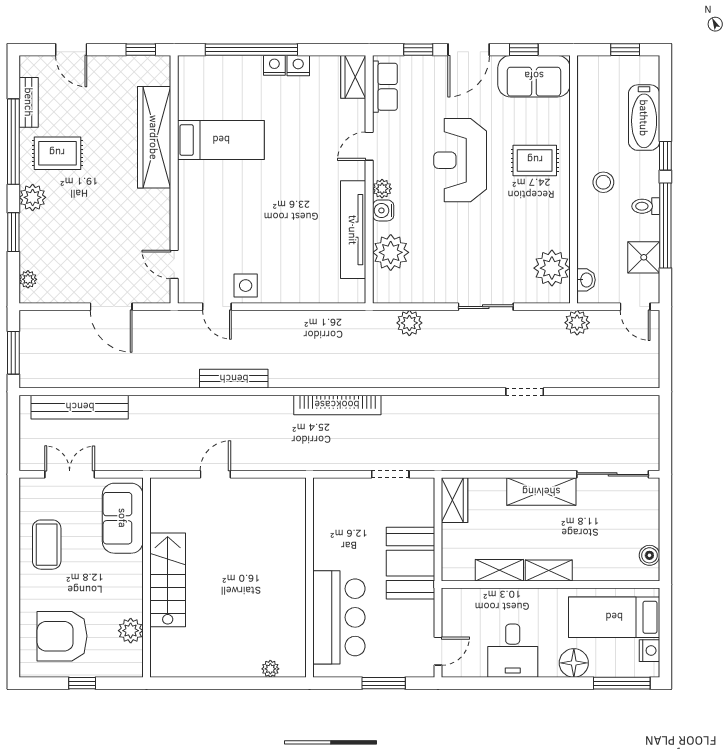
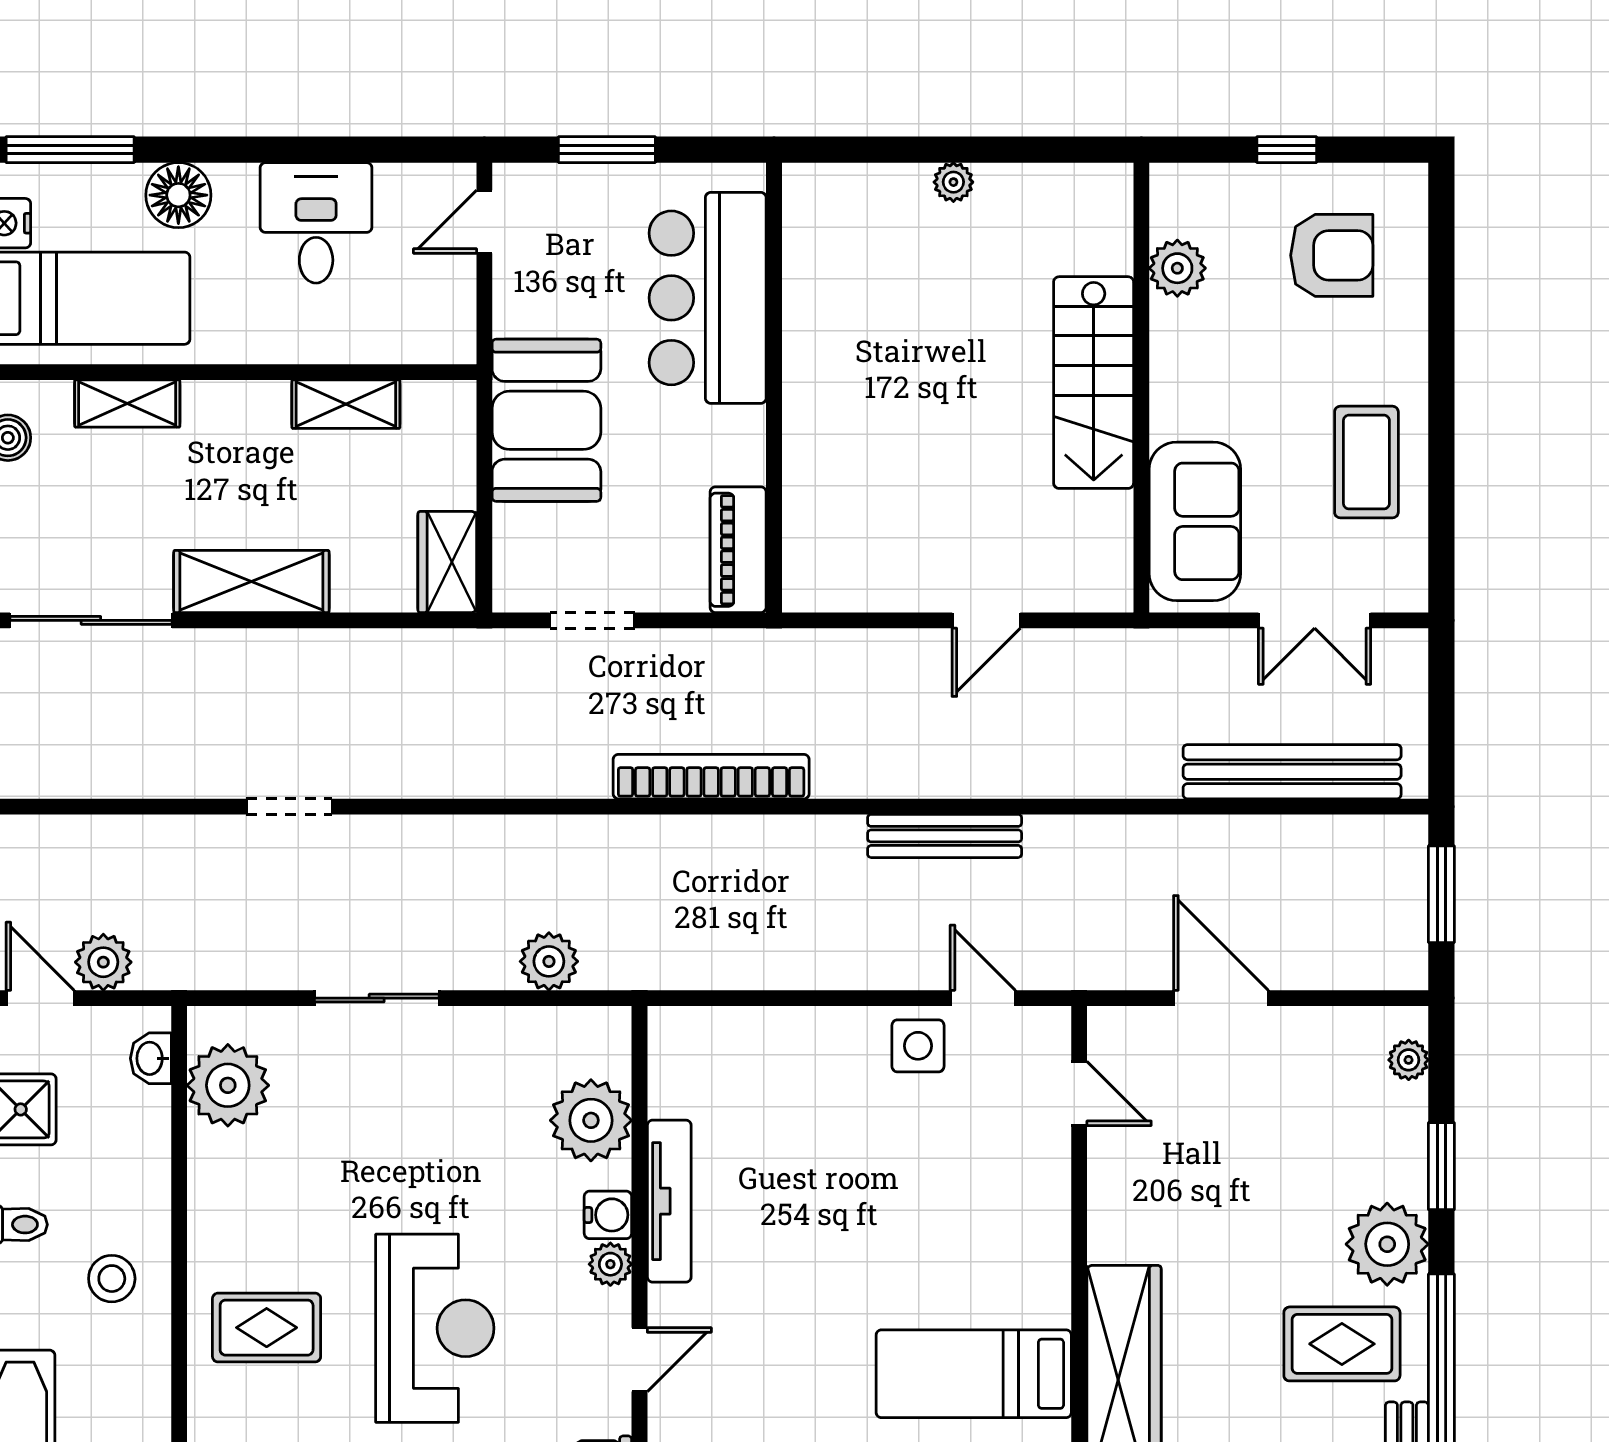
plant: (33, 197) -> (1387, 1244), width x1.36, depth x1.36
tv unit: (353, 230) -> (669, 1201), width x0.73, depth x0.78
plant: (577, 323) -> (103, 962), moved
piano: (325, 506) -> (738, 550), added
shelving: (549, 571) -> (127, 404), moved
armchair: (62, 636) -> (1332, 255), width x0.73, depth x0.73
plant: (270, 669) -> (953, 182), moved

